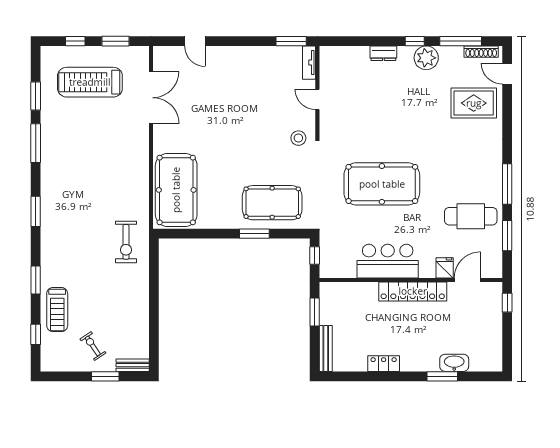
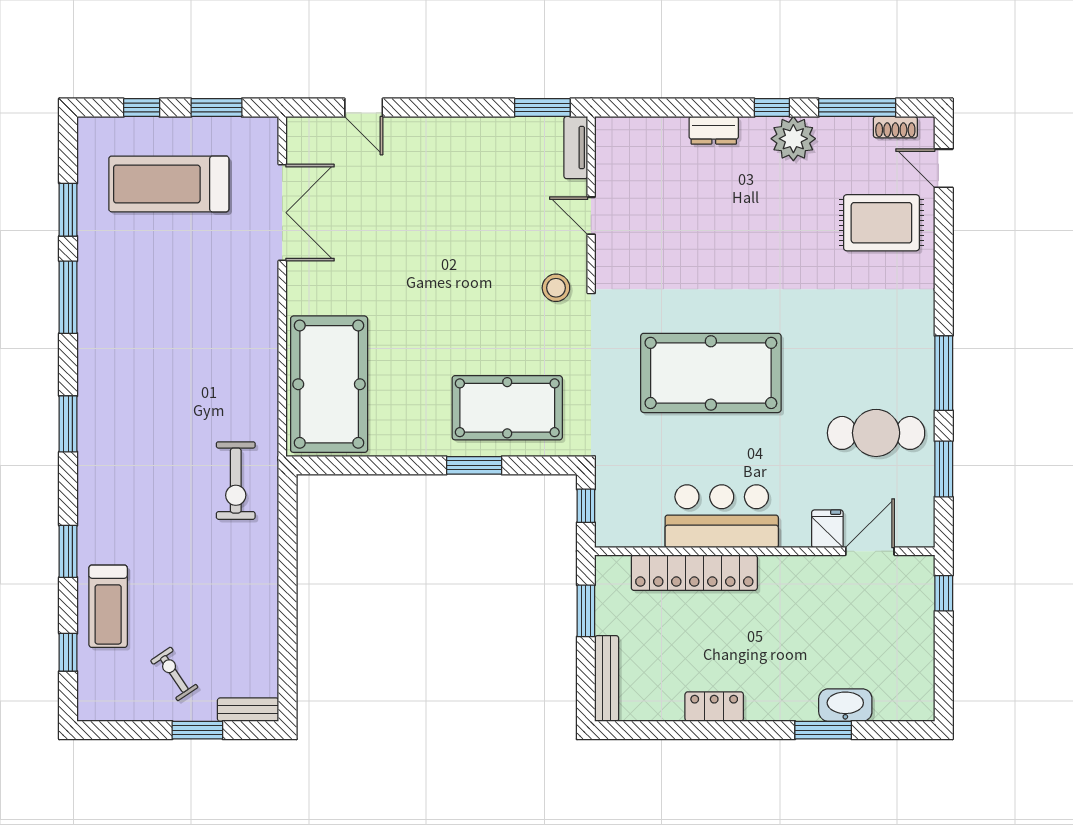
shoe rack: (481, 52) -> (895, 127), width x0.70
locker: (413, 291) -> (694, 573), moved

